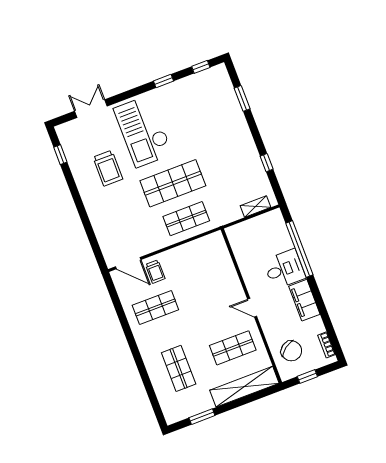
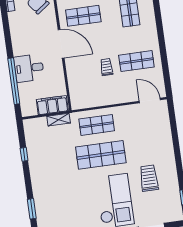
shelving: (255, 206) -> (59, 120), moved
trolley: (155, 272) -> (106, 67), moved
filing cabinet: (304, 300) -> (52, 105), moved, turned -90
door: (252, 308) -> (61, 44), width x1.87

